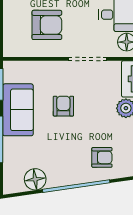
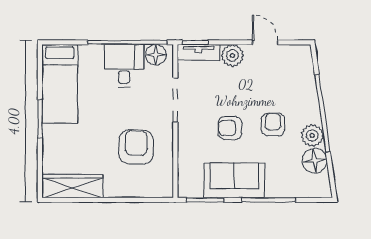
armchair: (102, 157) -> (273, 125), moved
plant: (57, 177) -> (312, 135), added

